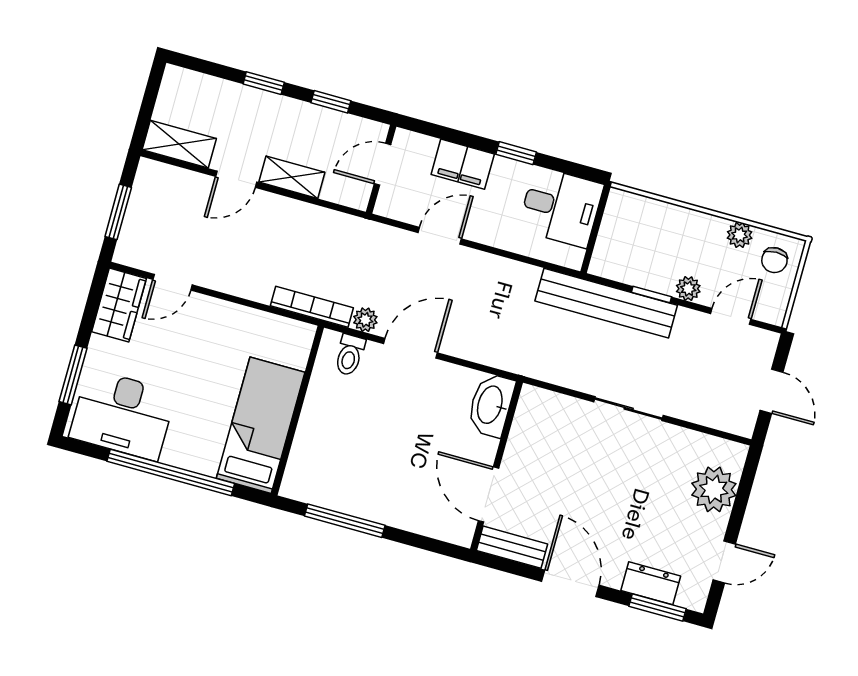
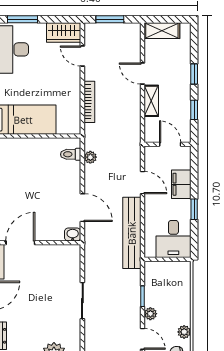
shelving: (179, 144) -> (162, 31), moved, turned 90
bench: (606, 303) -> (132, 233), moved
bookcase: (312, 307) -> (89, 102), moved
door: (411, 348) -> (82, 208), moved
washbasin: (491, 405) -> (73, 234), width x0.52, depth x0.69

